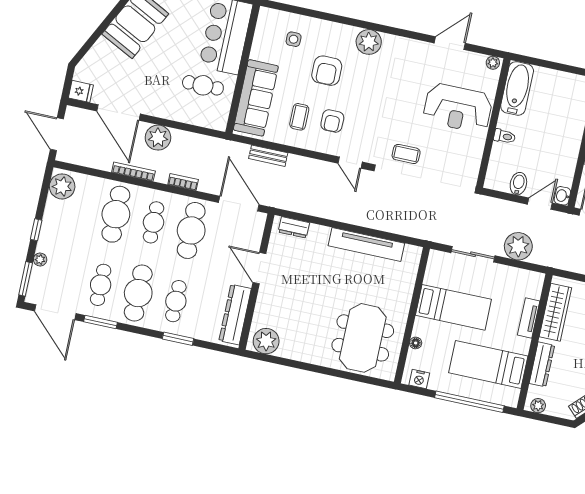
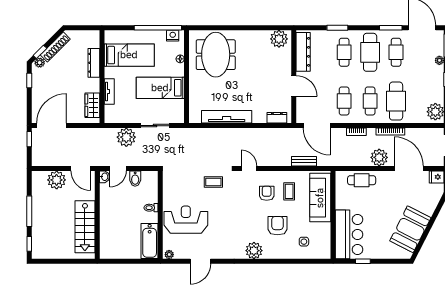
cafe table: (203, 85) -> (362, 180), moved
cafe table: (191, 230) -> (344, 101), width x0.73, depth x0.74
wardrobe: (555, 312) -> (92, 105), width x0.67
window: (469, 402) -> (158, 28), moved
plant: (538, 406) -> (91, 35), removed

